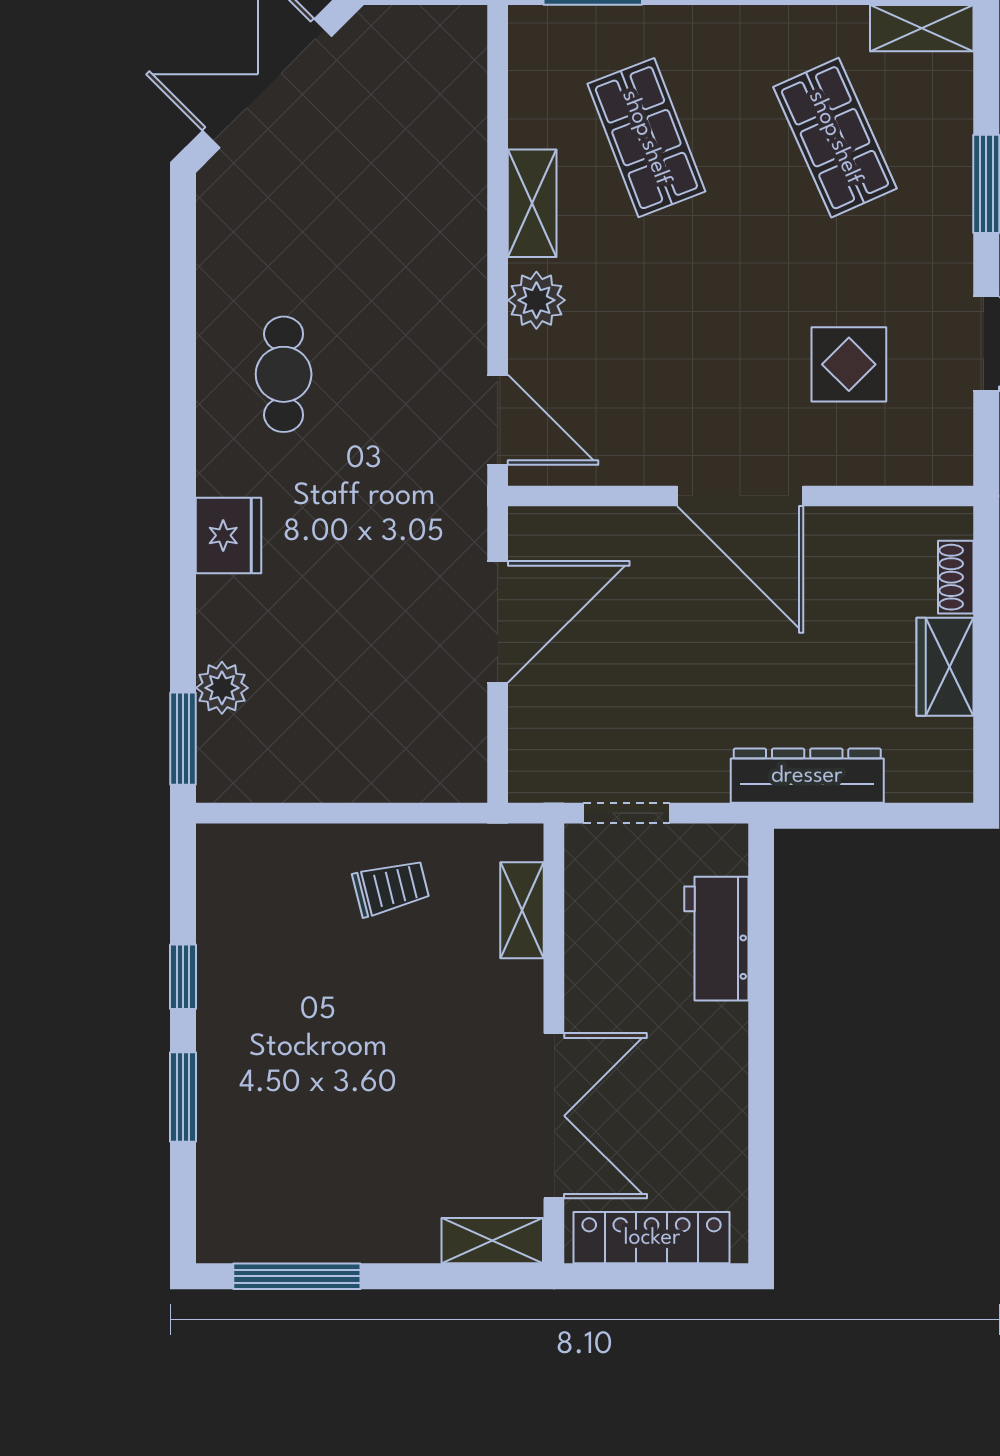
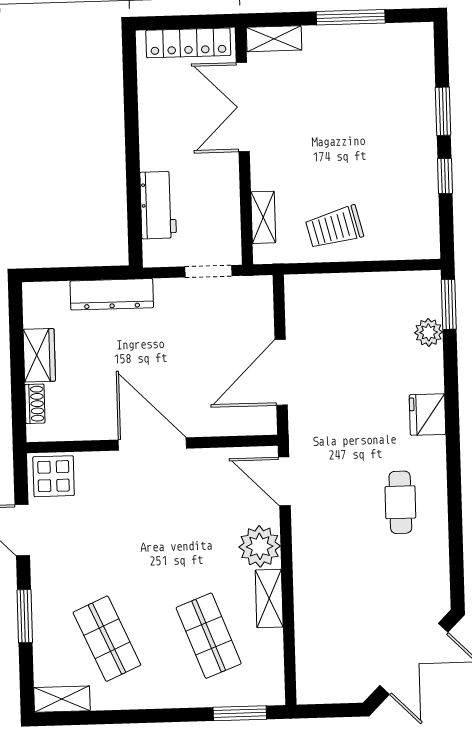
plant: (536, 300) -> (260, 546), width x1.36, depth x1.36
display table: (849, 364) -> (54, 476), moved
trolley: (391, 888) -> (334, 227), width x1.36, depth x1.39
window: (297, 1276) -> (351, 17), moved

